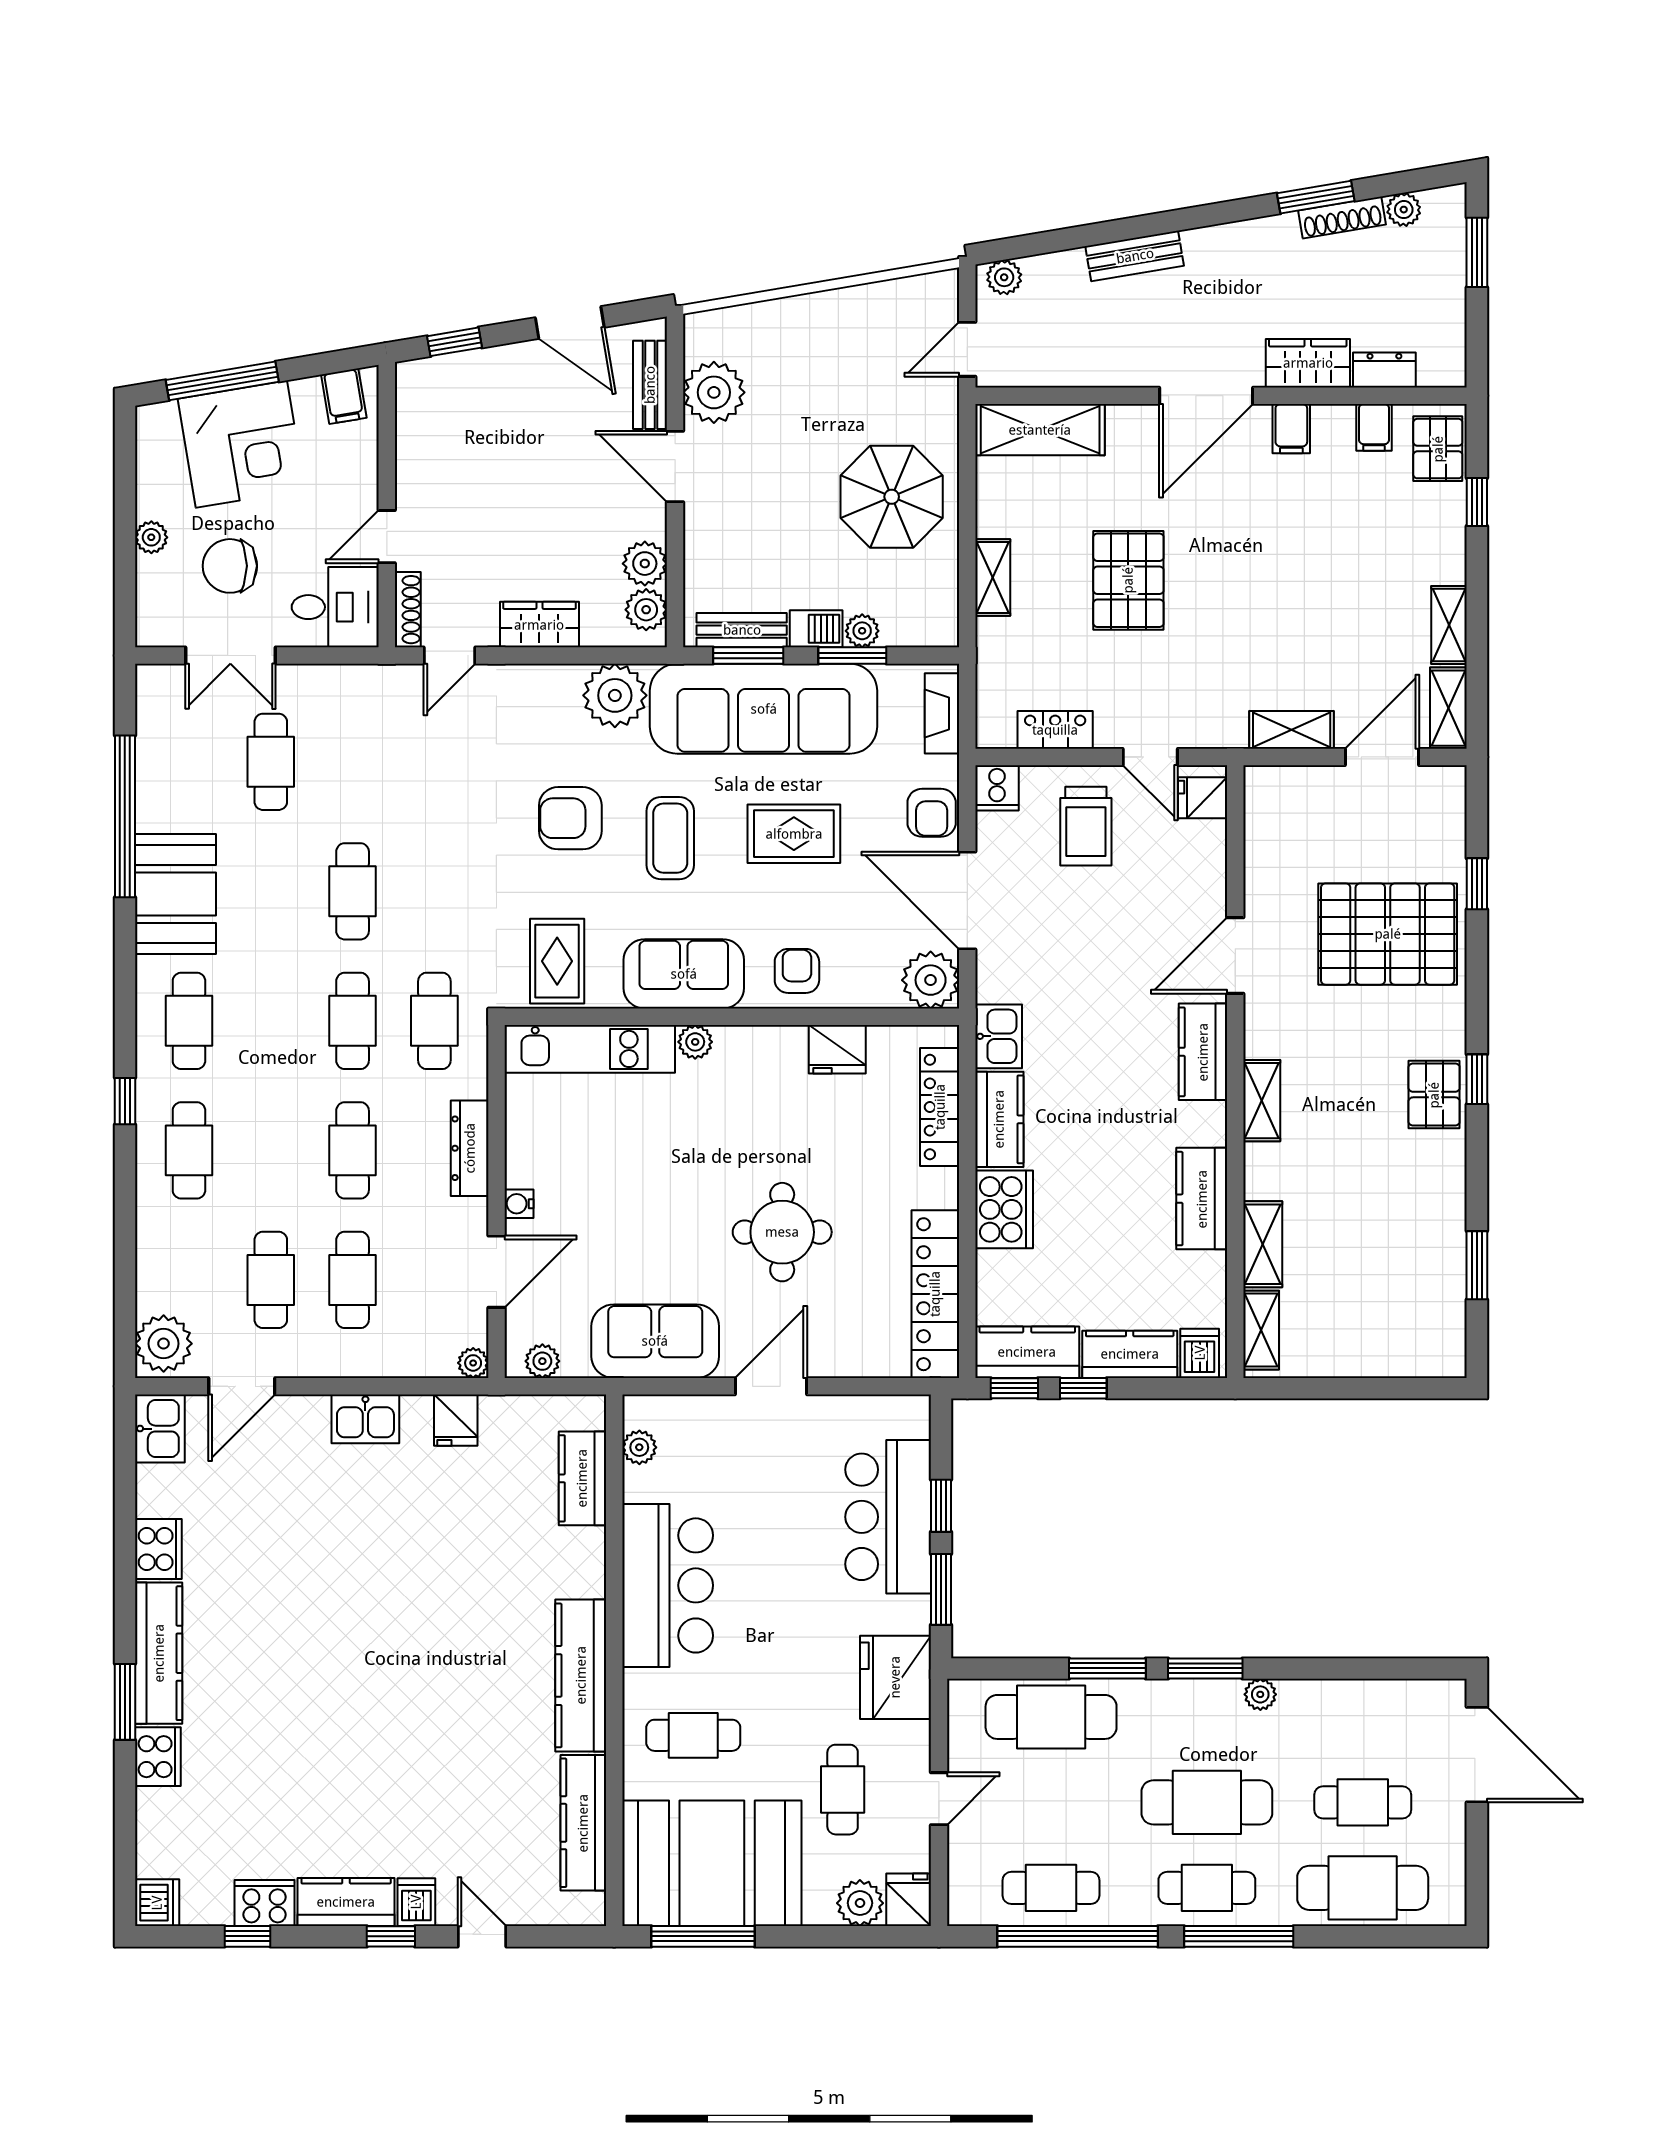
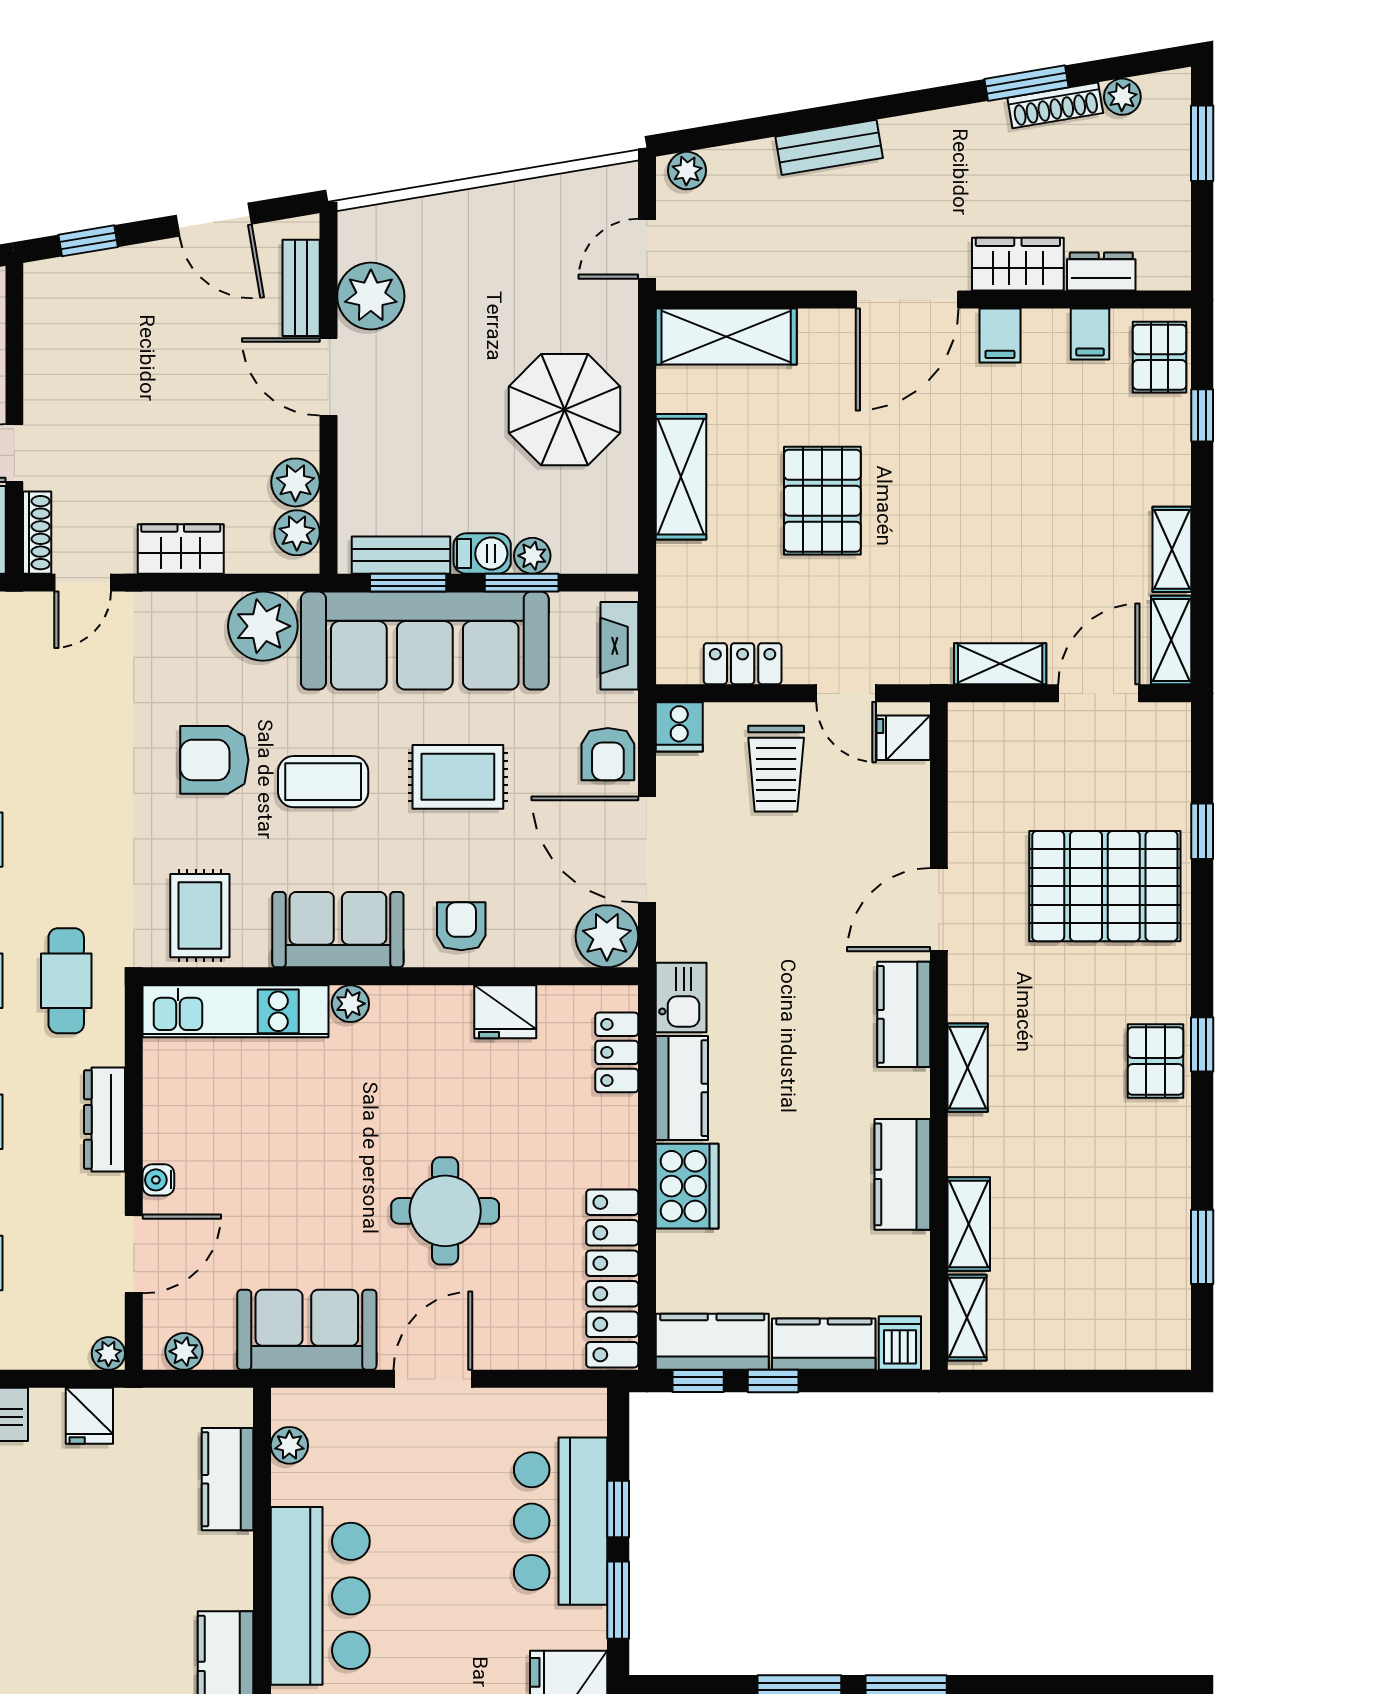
shelving: (993, 577) -> (681, 477), width x1.50, depth x1.33
coffee table: (670, 838) -> (323, 782), turned 90
locker: (940, 1107) -> (617, 1052), width x0.66

